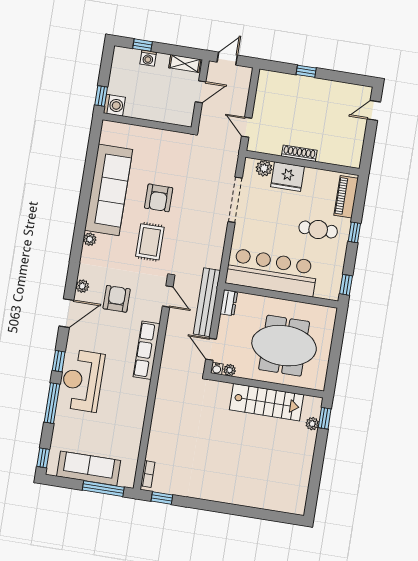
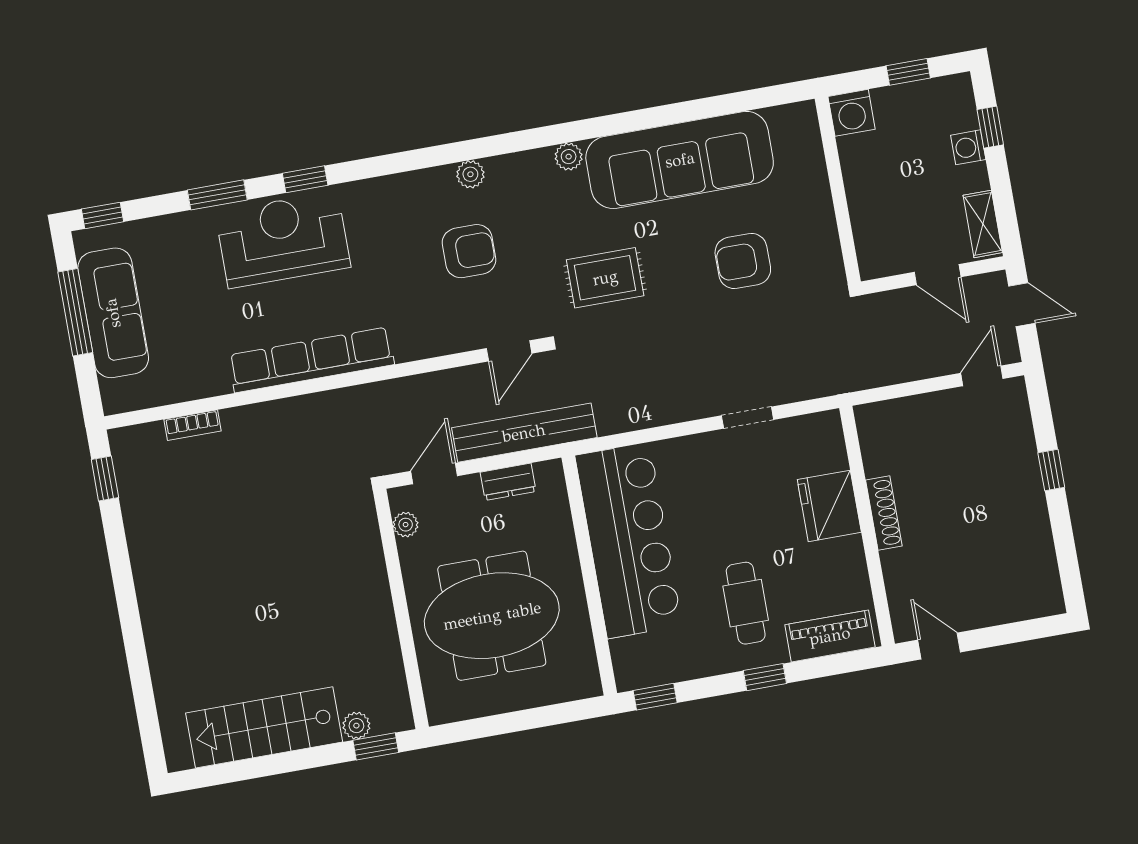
window: (101, 96) -> (908, 72), moved
door: (374, 110) -> (939, 646), moved
door: (247, 127) -> (982, 376), moved
plant: (264, 168) -> (830, 453), removed
armchair: (159, 198) -> (743, 261), moved
doorway: (235, 200) -> (747, 418), width x0.53
dresser: (229, 303) -> (508, 482), moved
door: (66, 313) -> (406, 161), removed
meeting table: (284, 346) -> (492, 616), turned 90
row of seats: (147, 350) -> (311, 360), moved, width x1.36
water cooler: (217, 369) -> (400, 498), removed
stairs: (266, 402) -> (264, 727), moved, turned 90
window: (52, 403) -> (217, 195), width x0.69
bookcase: (148, 474) -> (193, 425), moved
window: (103, 489) -> (75, 312), moved

